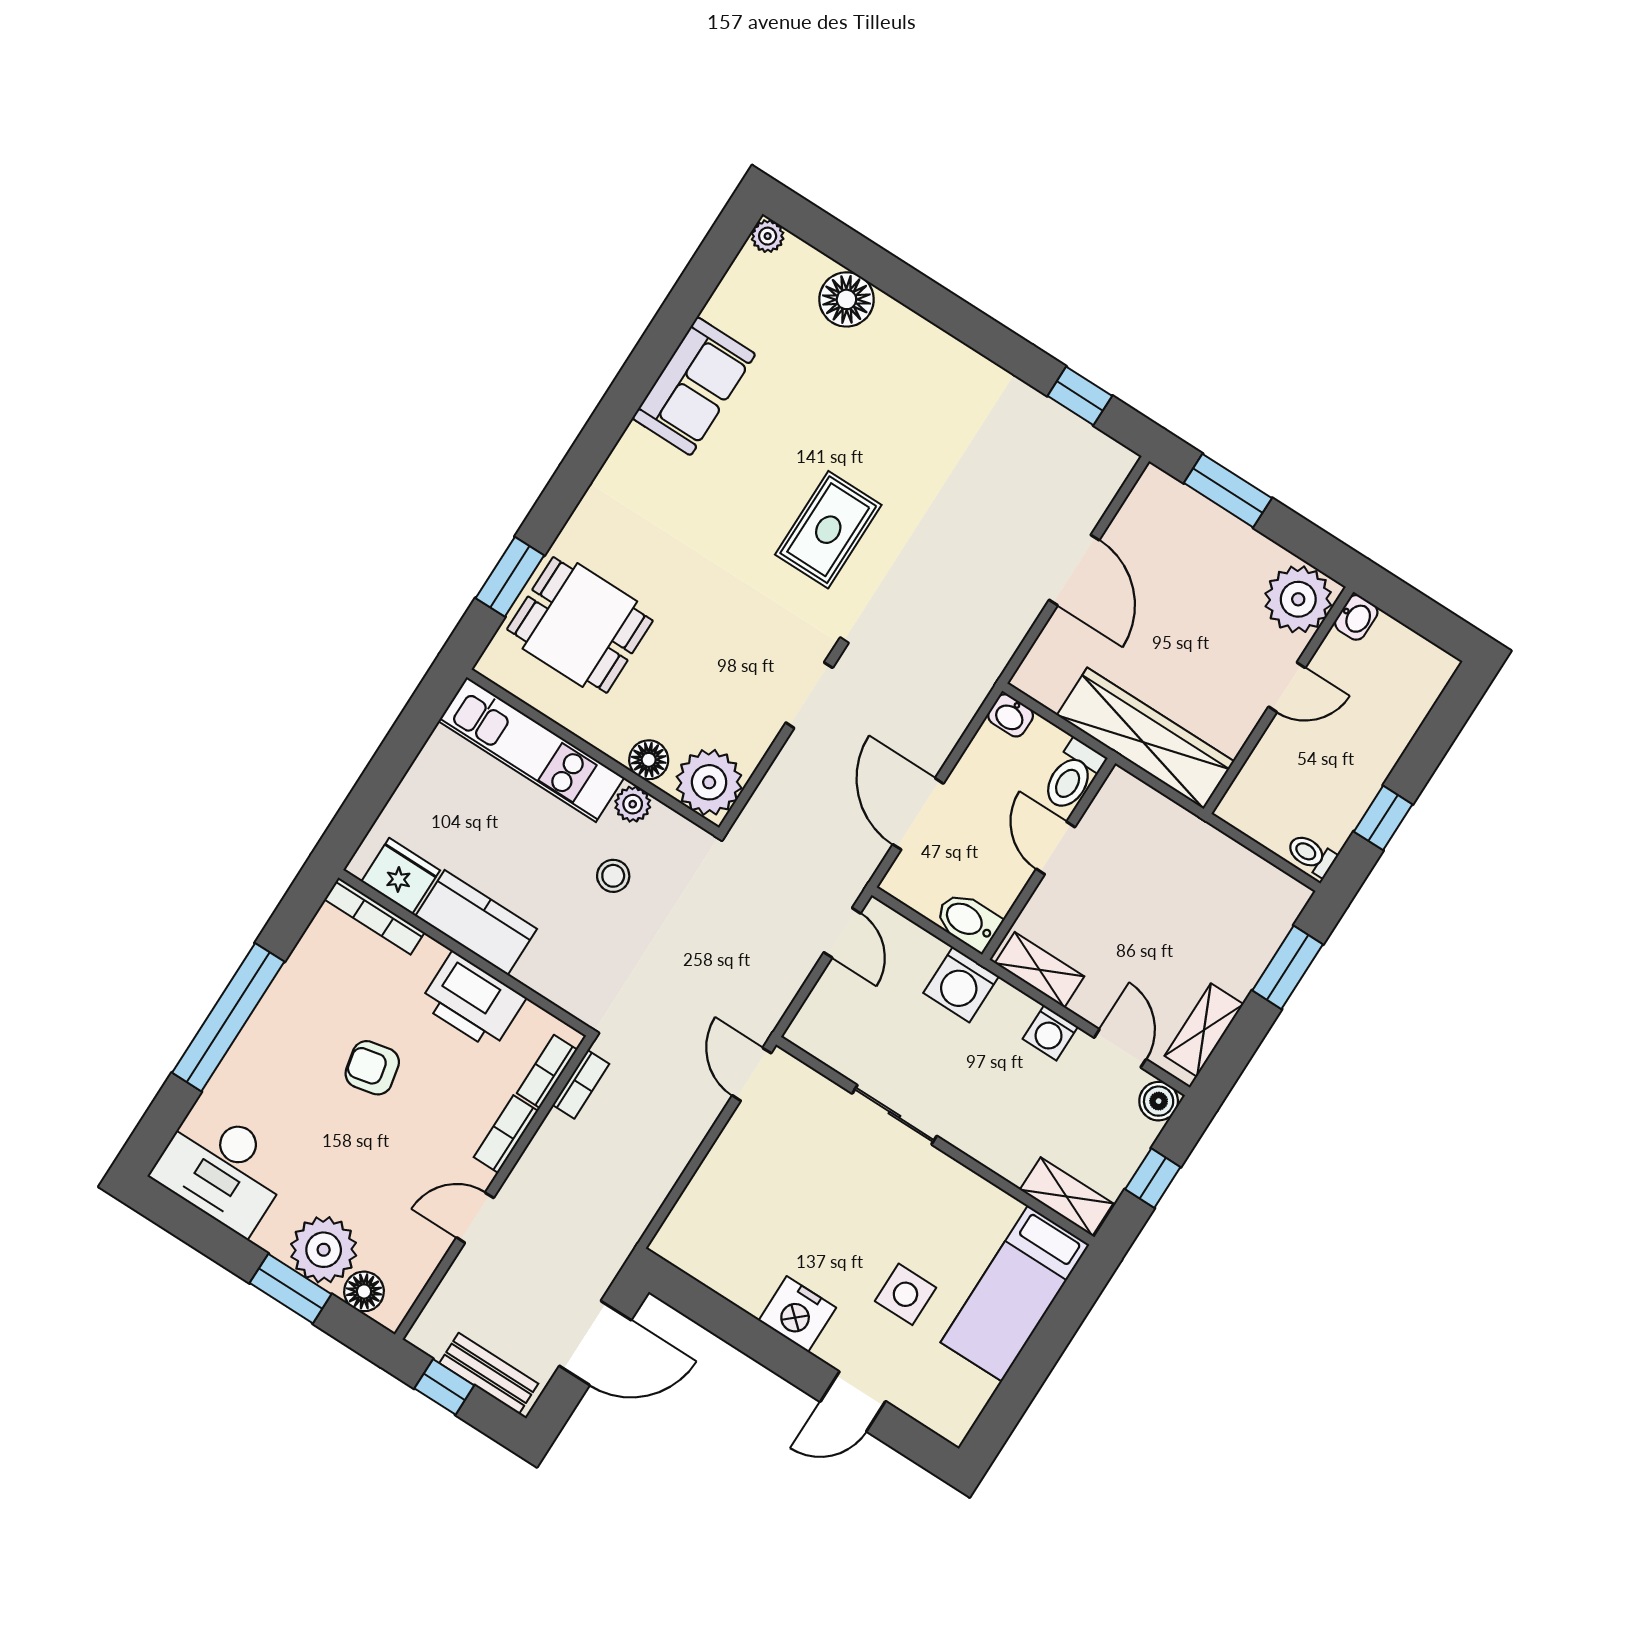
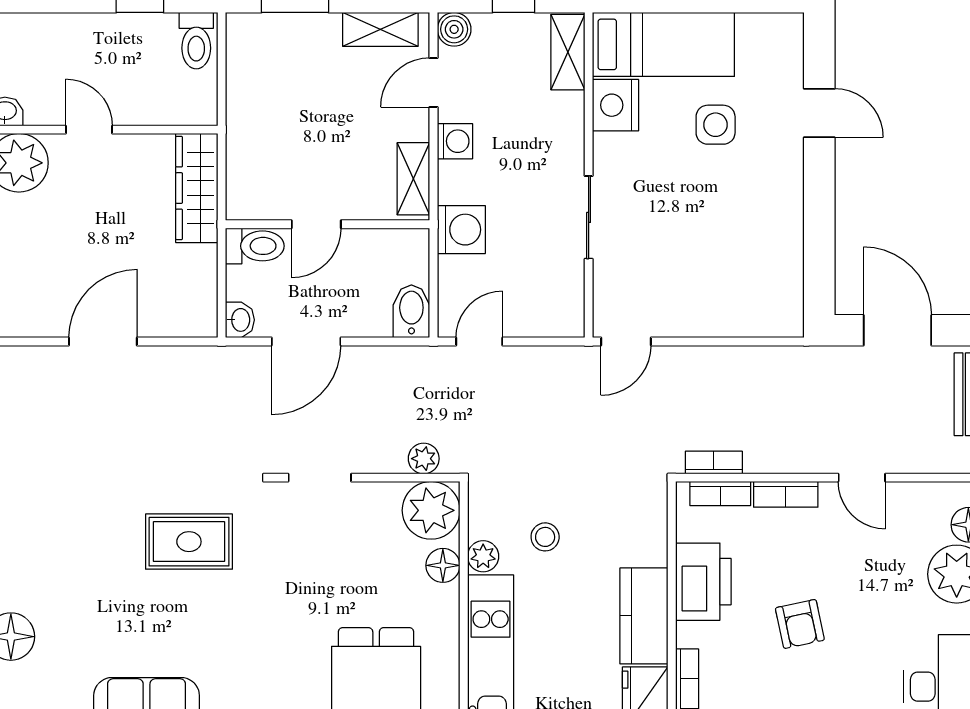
wardrobe: (1145, 738) -> (197, 188), width x0.71, depth x0.85
plant: (764, 807) -> (424, 459), added
door: (918, 814) -> (306, 342), moved
toilet: (1311, 855) -> (196, 41), width x1.37, depth x1.39
bidet: (968, 921) -> (411, 311), moved, turned 180
nightstand: (797, 1314) -> (615, 105), moved, turned 180

